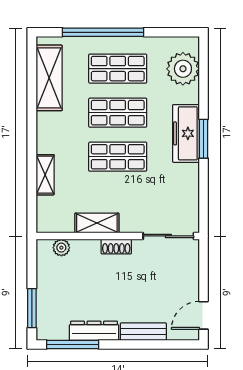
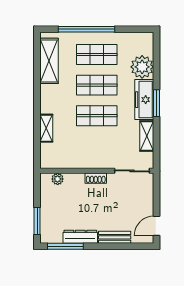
plant: (183, 69) -> (142, 67), moved
shelving: (97, 223) -> (147, 136), moved, turned 90

